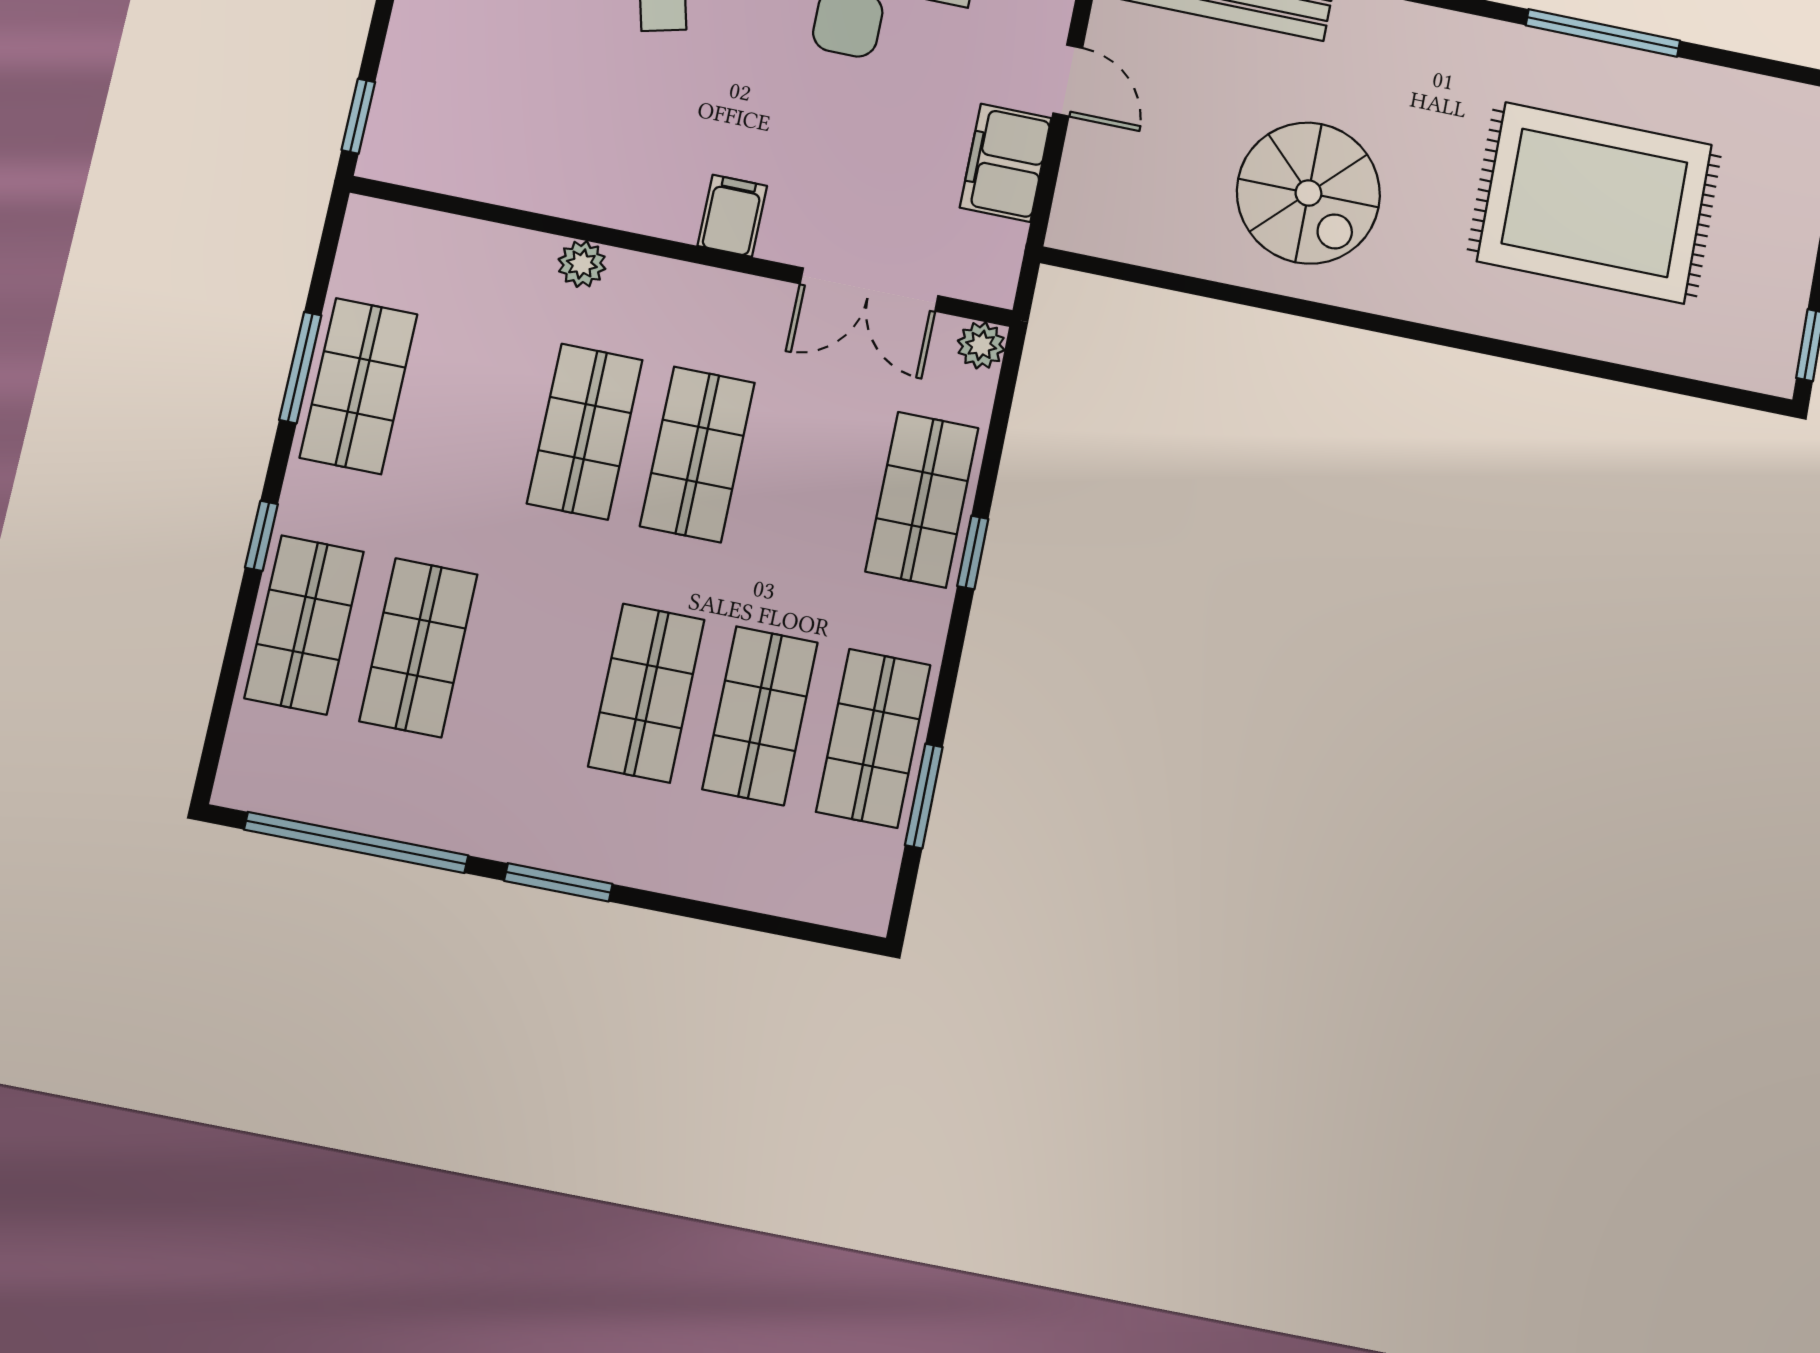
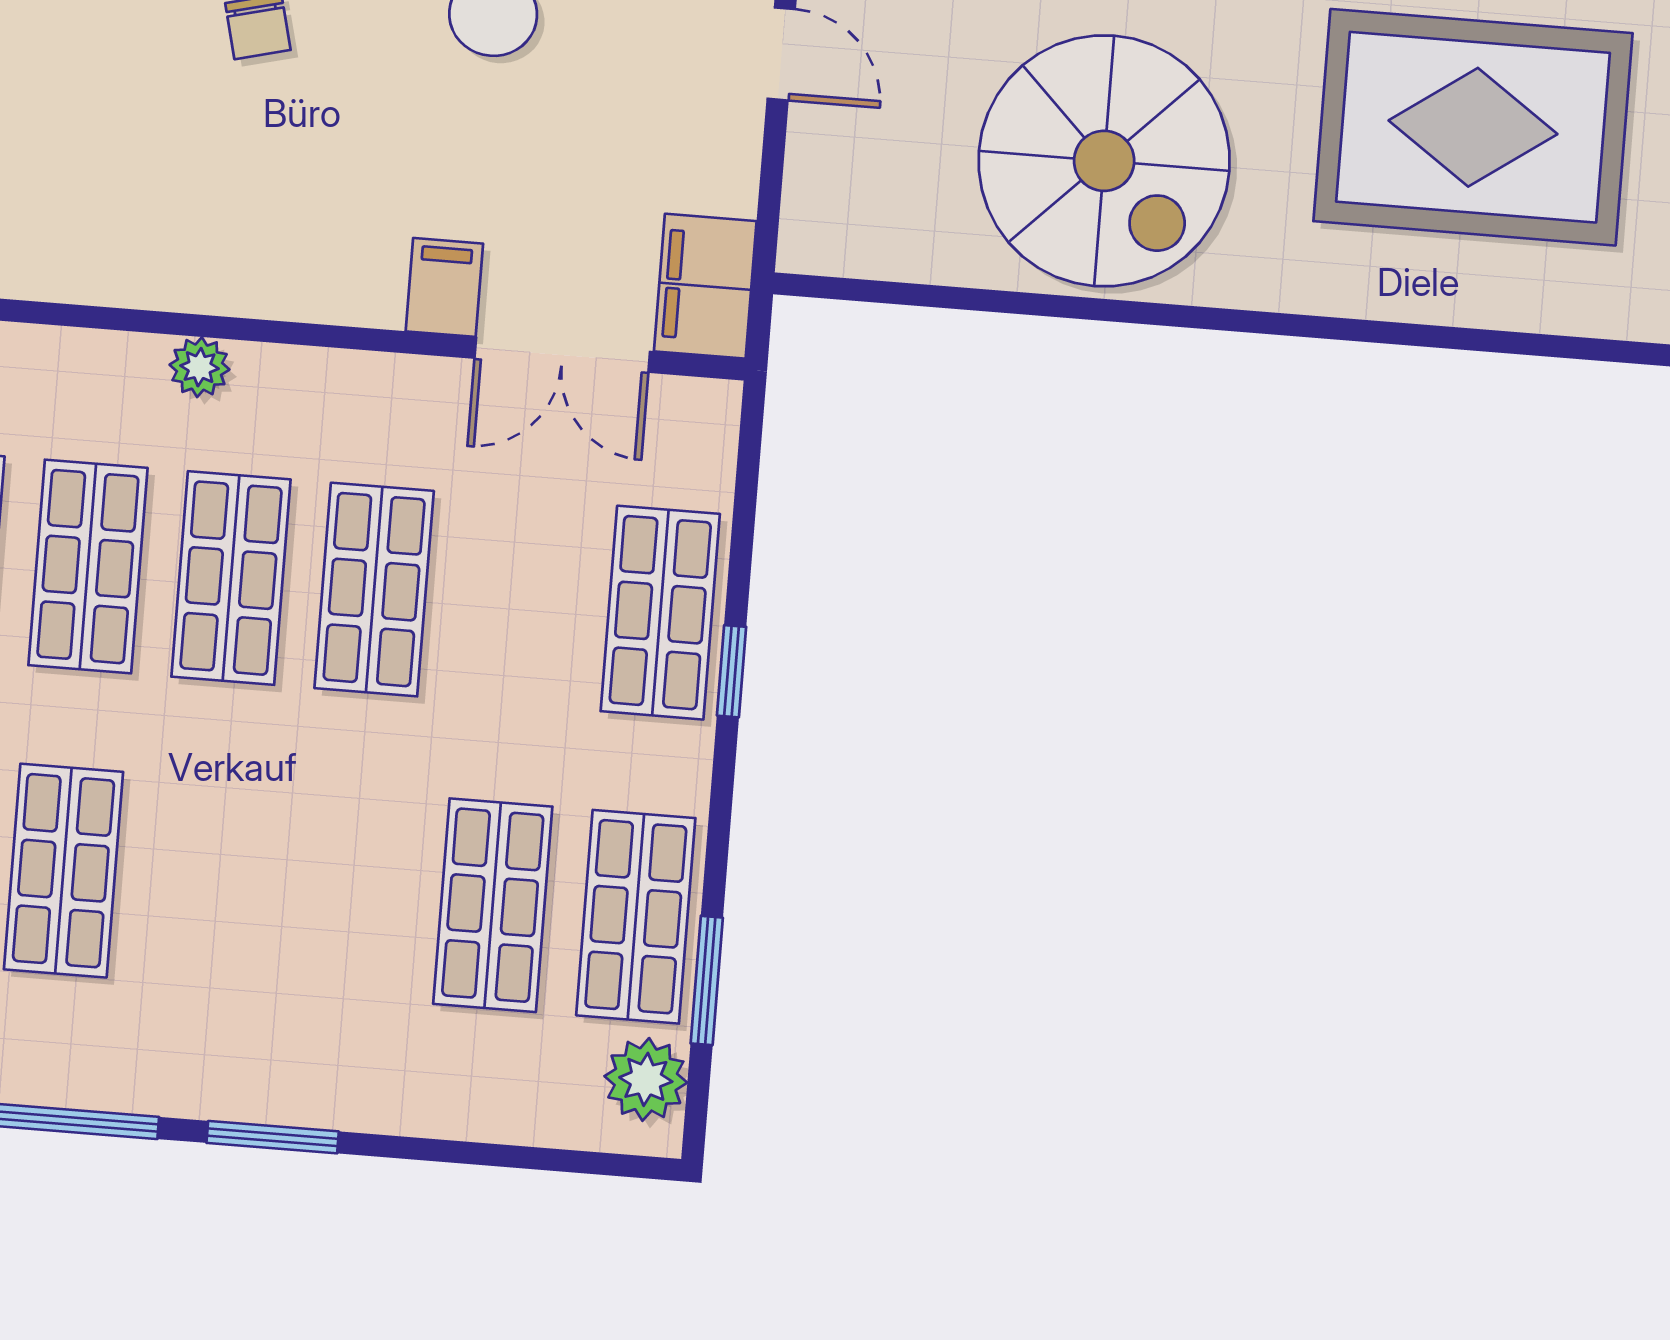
filing cabinet: (1006, 163) -> (705, 286), moved
spiral stairs: (1308, 193) -> (1104, 161), width x1.37, depth x1.37
filing cabinet: (732, 216) -> (444, 287), moved
plant: (981, 345) -> (646, 1079), moved, width x1.38, depth x1.38
shop shelf: (646, 693) -> (88, 567), moved

